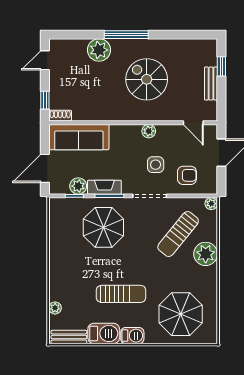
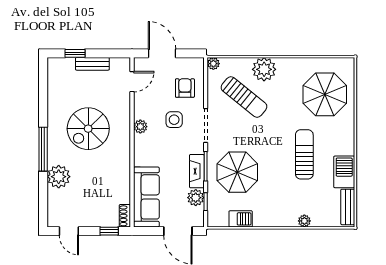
plant: (55, 308) -> (304, 221), moved
barbecue: (132, 336) -> (241, 219), moved, turned 90

